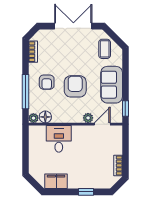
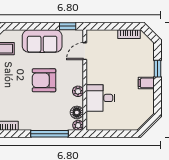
armchair: (47, 82) -> (39, 111), removed
plant: (88, 118) -> (78, 91), moved
door: (102, 124) -> (85, 51), hinge flipped
filing cabinet: (56, 181) -> (146, 83), moved, width x0.50

